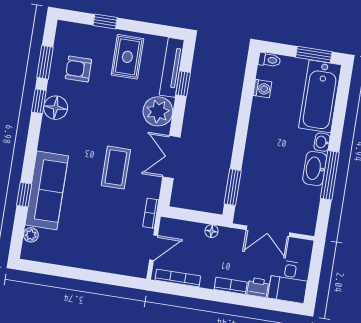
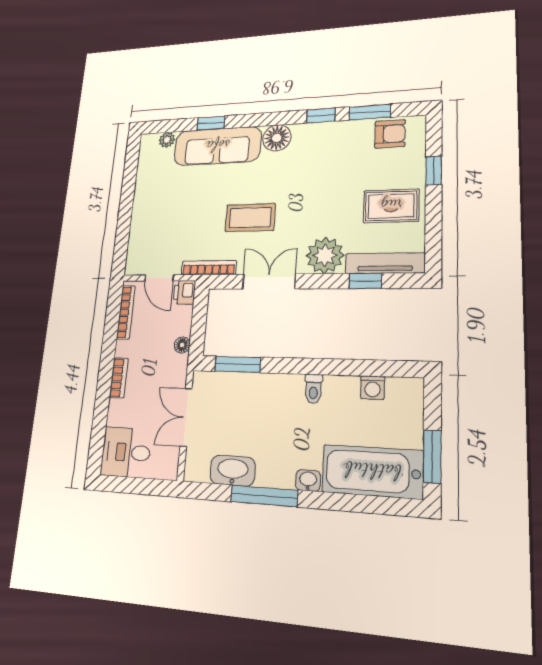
toilet: (269, 60) -> (313, 389), moved
armchair: (78, 69) -> (390, 134), moved, turned 90
floor lamp: (56, 108) -> (277, 138), moved
washbasin: (315, 168) -> (233, 471), moved
bookcase: (151, 213) -> (209, 268), width x1.56
printer: (258, 287) -> (184, 292), moved, turned 180

